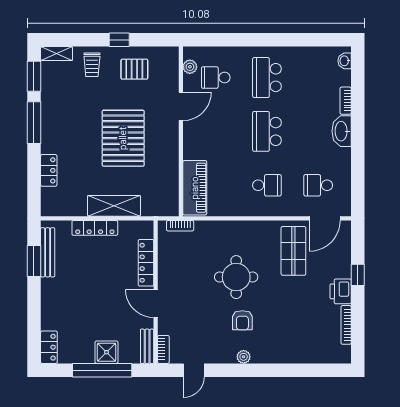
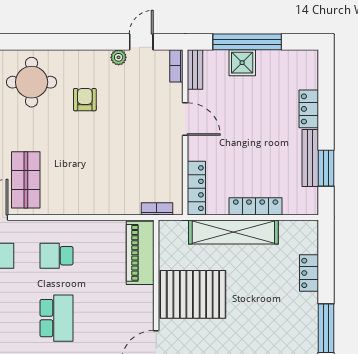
pallet: (123, 138) -> (193, 294), moved, turned 90
shelving: (114, 206) -> (233, 232), width x1.47
bench: (48, 252) -> (310, 158), moved
locker: (146, 263) -> (196, 188), moved
round table: (236, 277) -> (32, 82), moved
locker: (49, 347) -> (309, 109), moved
plant: (244, 357) -> (119, 57), moved

